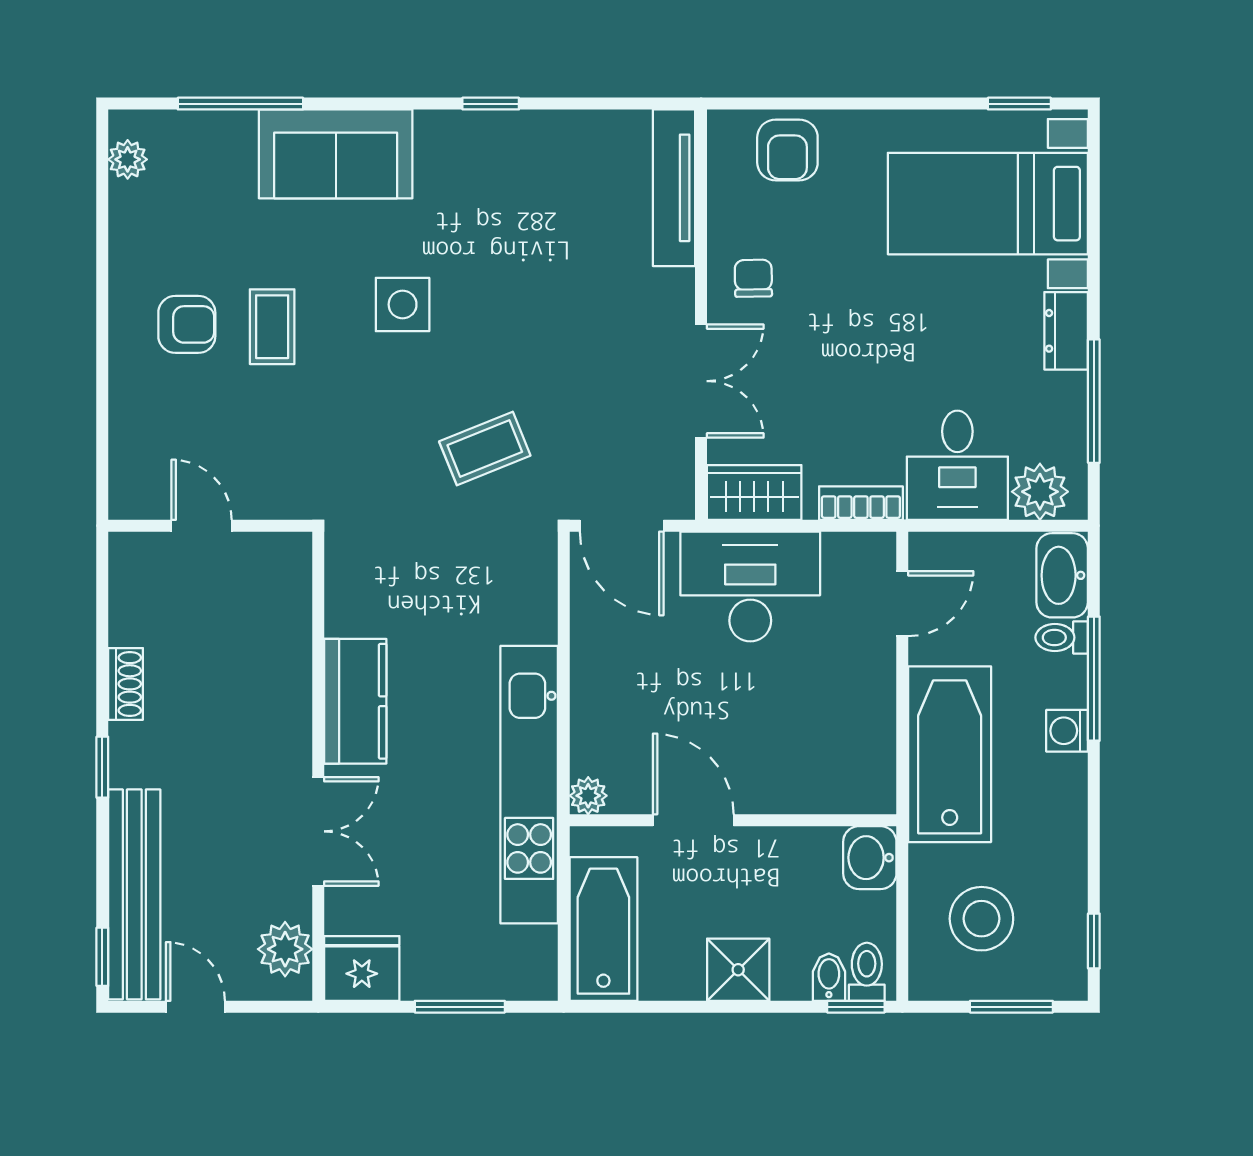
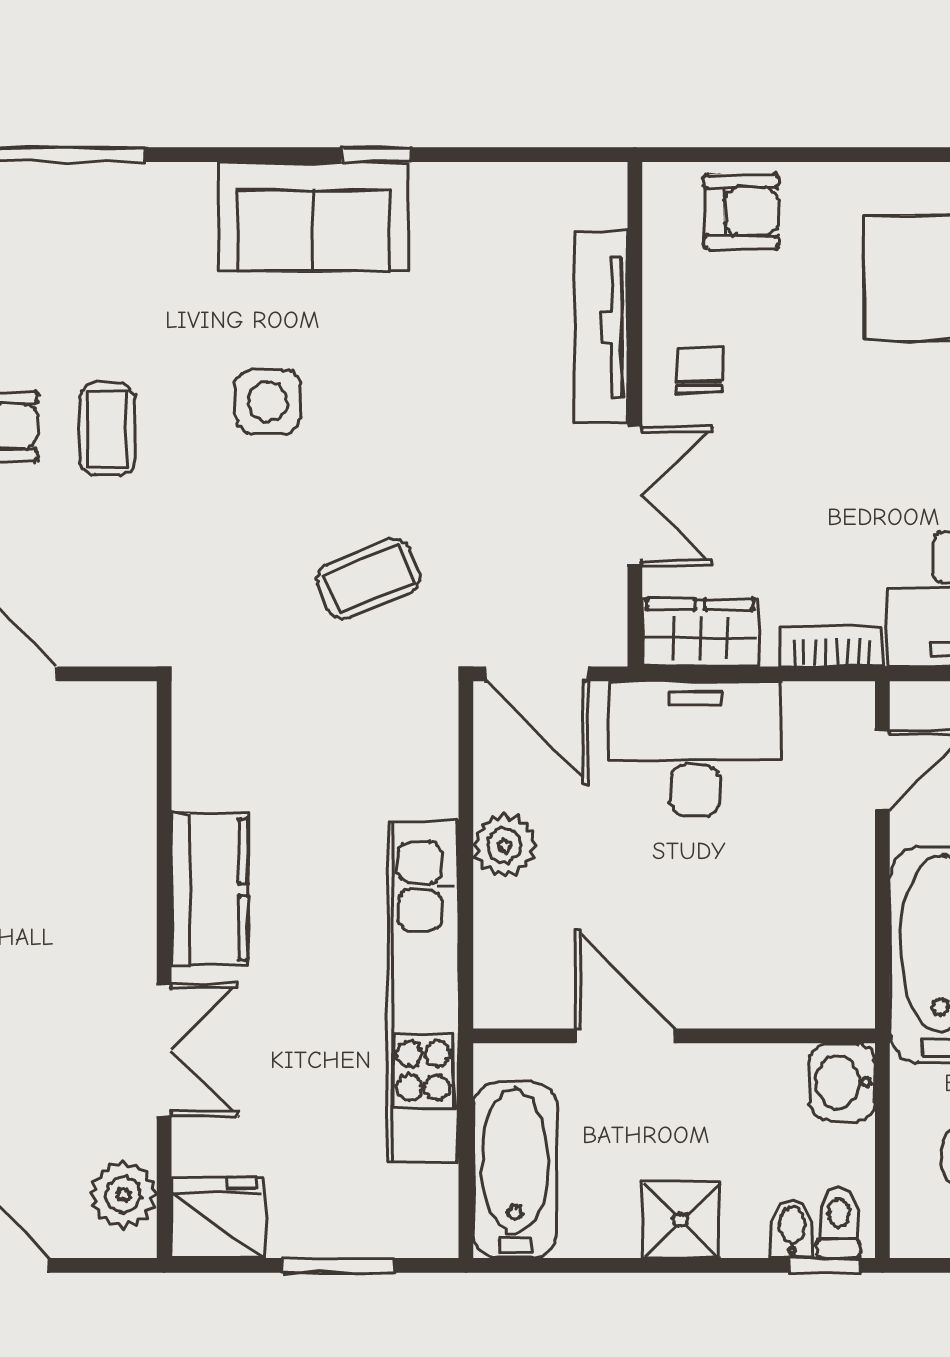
armchair: (787, 150) -> (741, 212), turned -90
sofa: (336, 154) -> (313, 216), moved
tv unit: (674, 188) -> (602, 327), moved
plant: (588, 796) -> (505, 845), moved, width x1.38, depth x1.38

